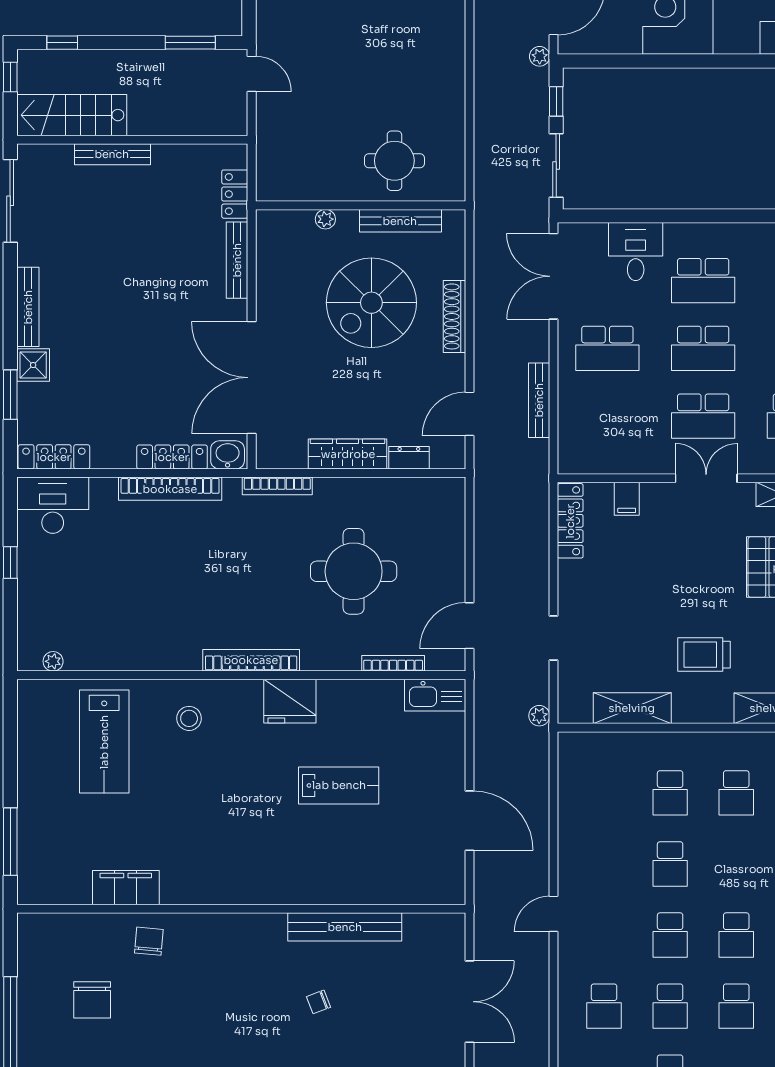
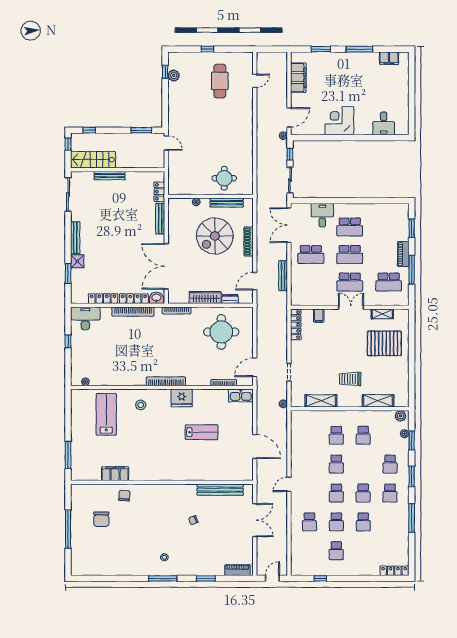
locker: (54, 457) -> (103, 299), moved
round table: (354, 571) -> (221, 332), moved
lab bench: (104, 742) -> (106, 414), turned 180
bench: (345, 927) -> (220, 490), moved

